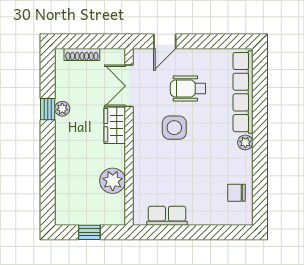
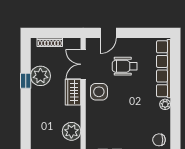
plant: (62, 109) -> (40, 76), width x1.87, depth x1.87
side table: (174, 128) -> (99, 92), moved

